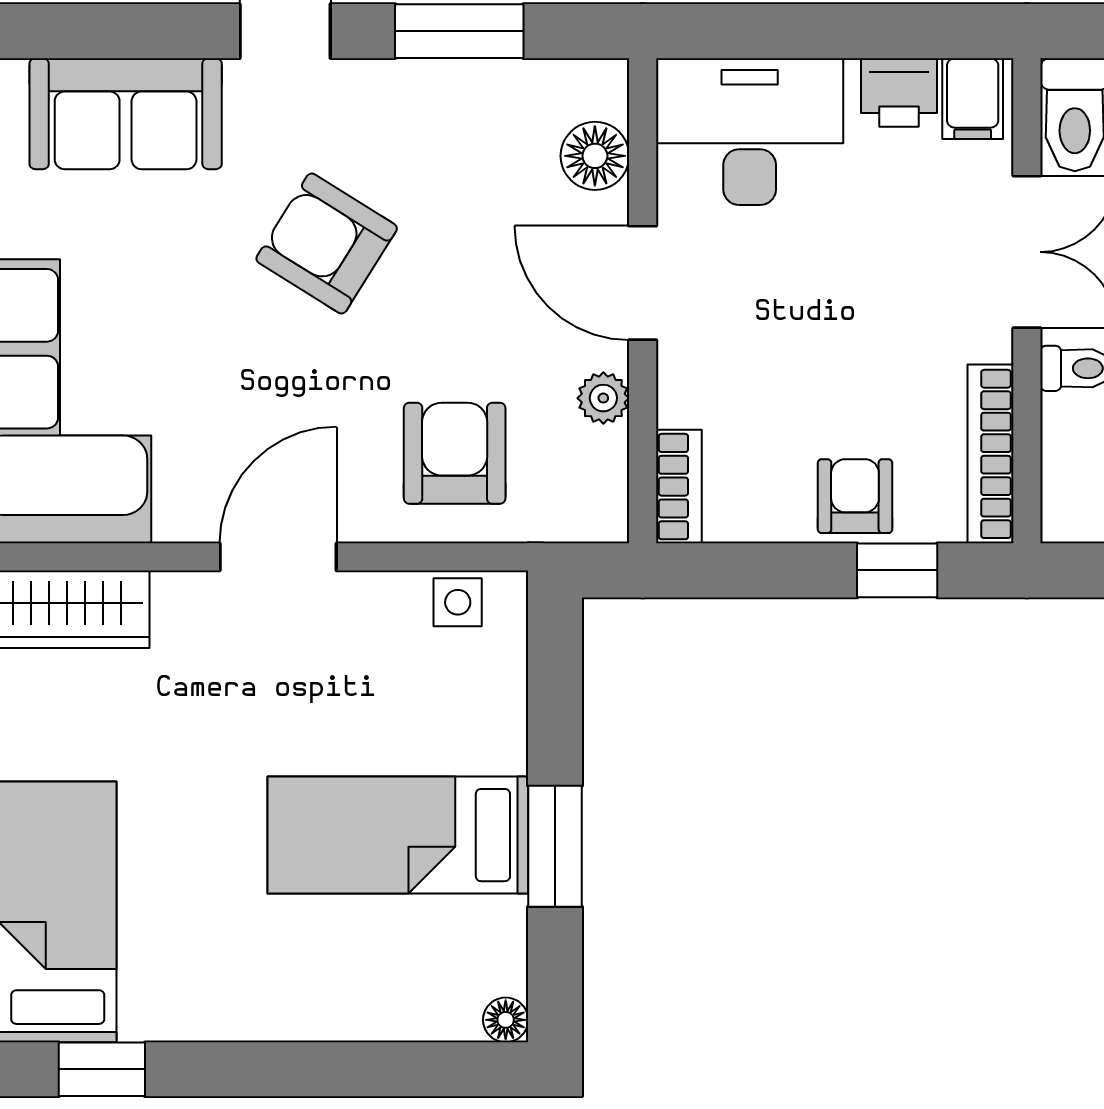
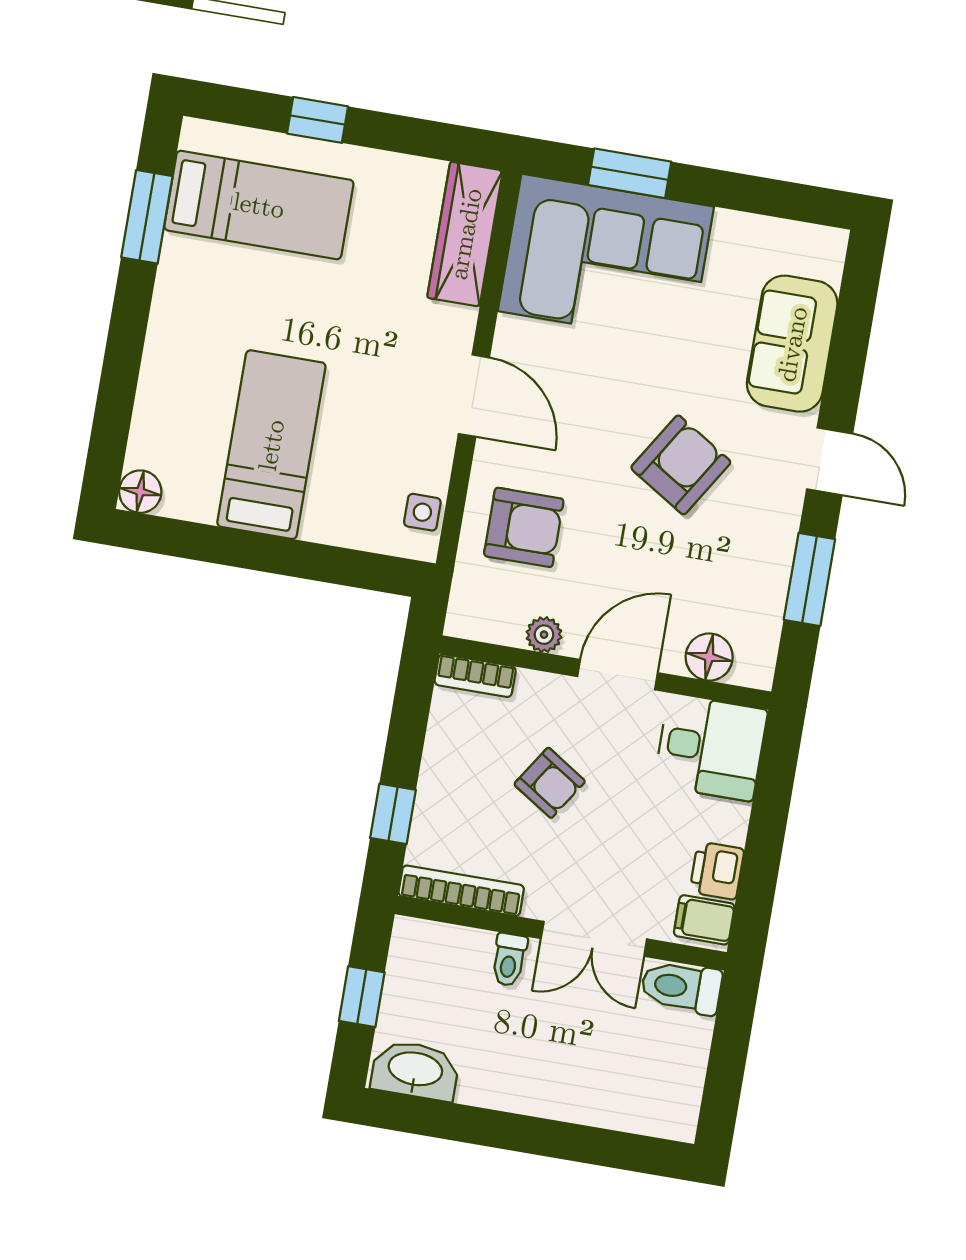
desk: (750, 132) -> (711, 748), width x0.73
armchair: (855, 496) -> (550, 783), moved, turned 33
window: (555, 846) -> (246, 550), removed
floor lamp: (506, 1020) -> (140, 492), width x1.37, depth x1.37
window: (102, 1069) -> (147, 217), width x1.50

